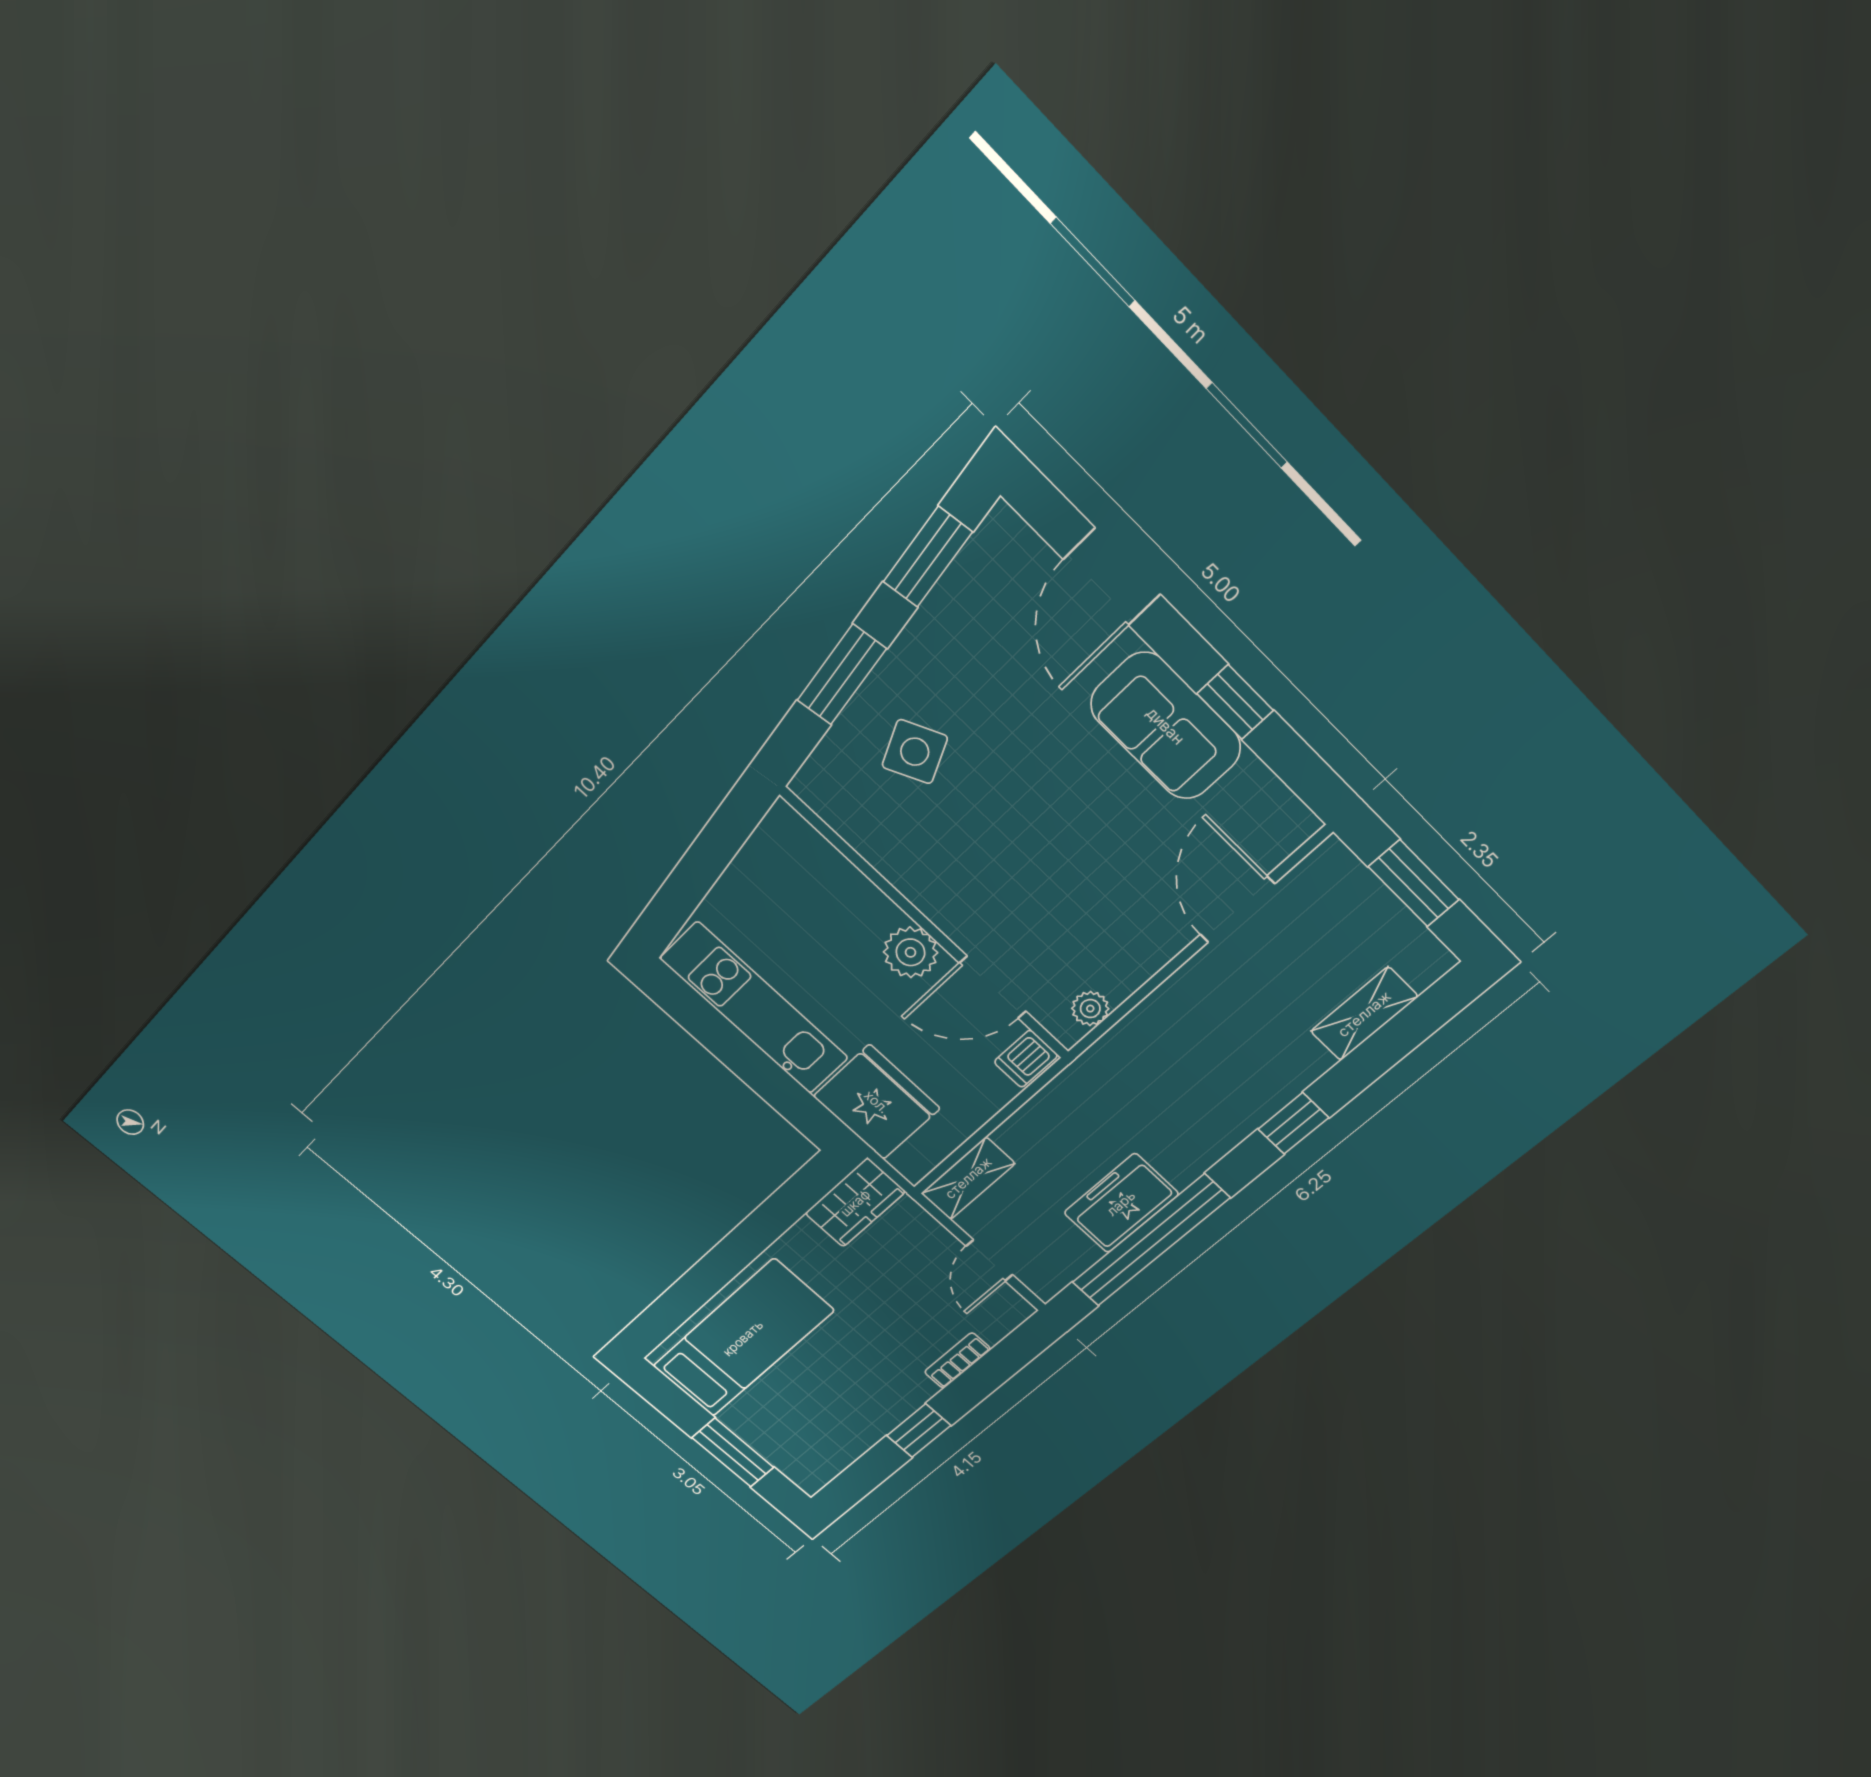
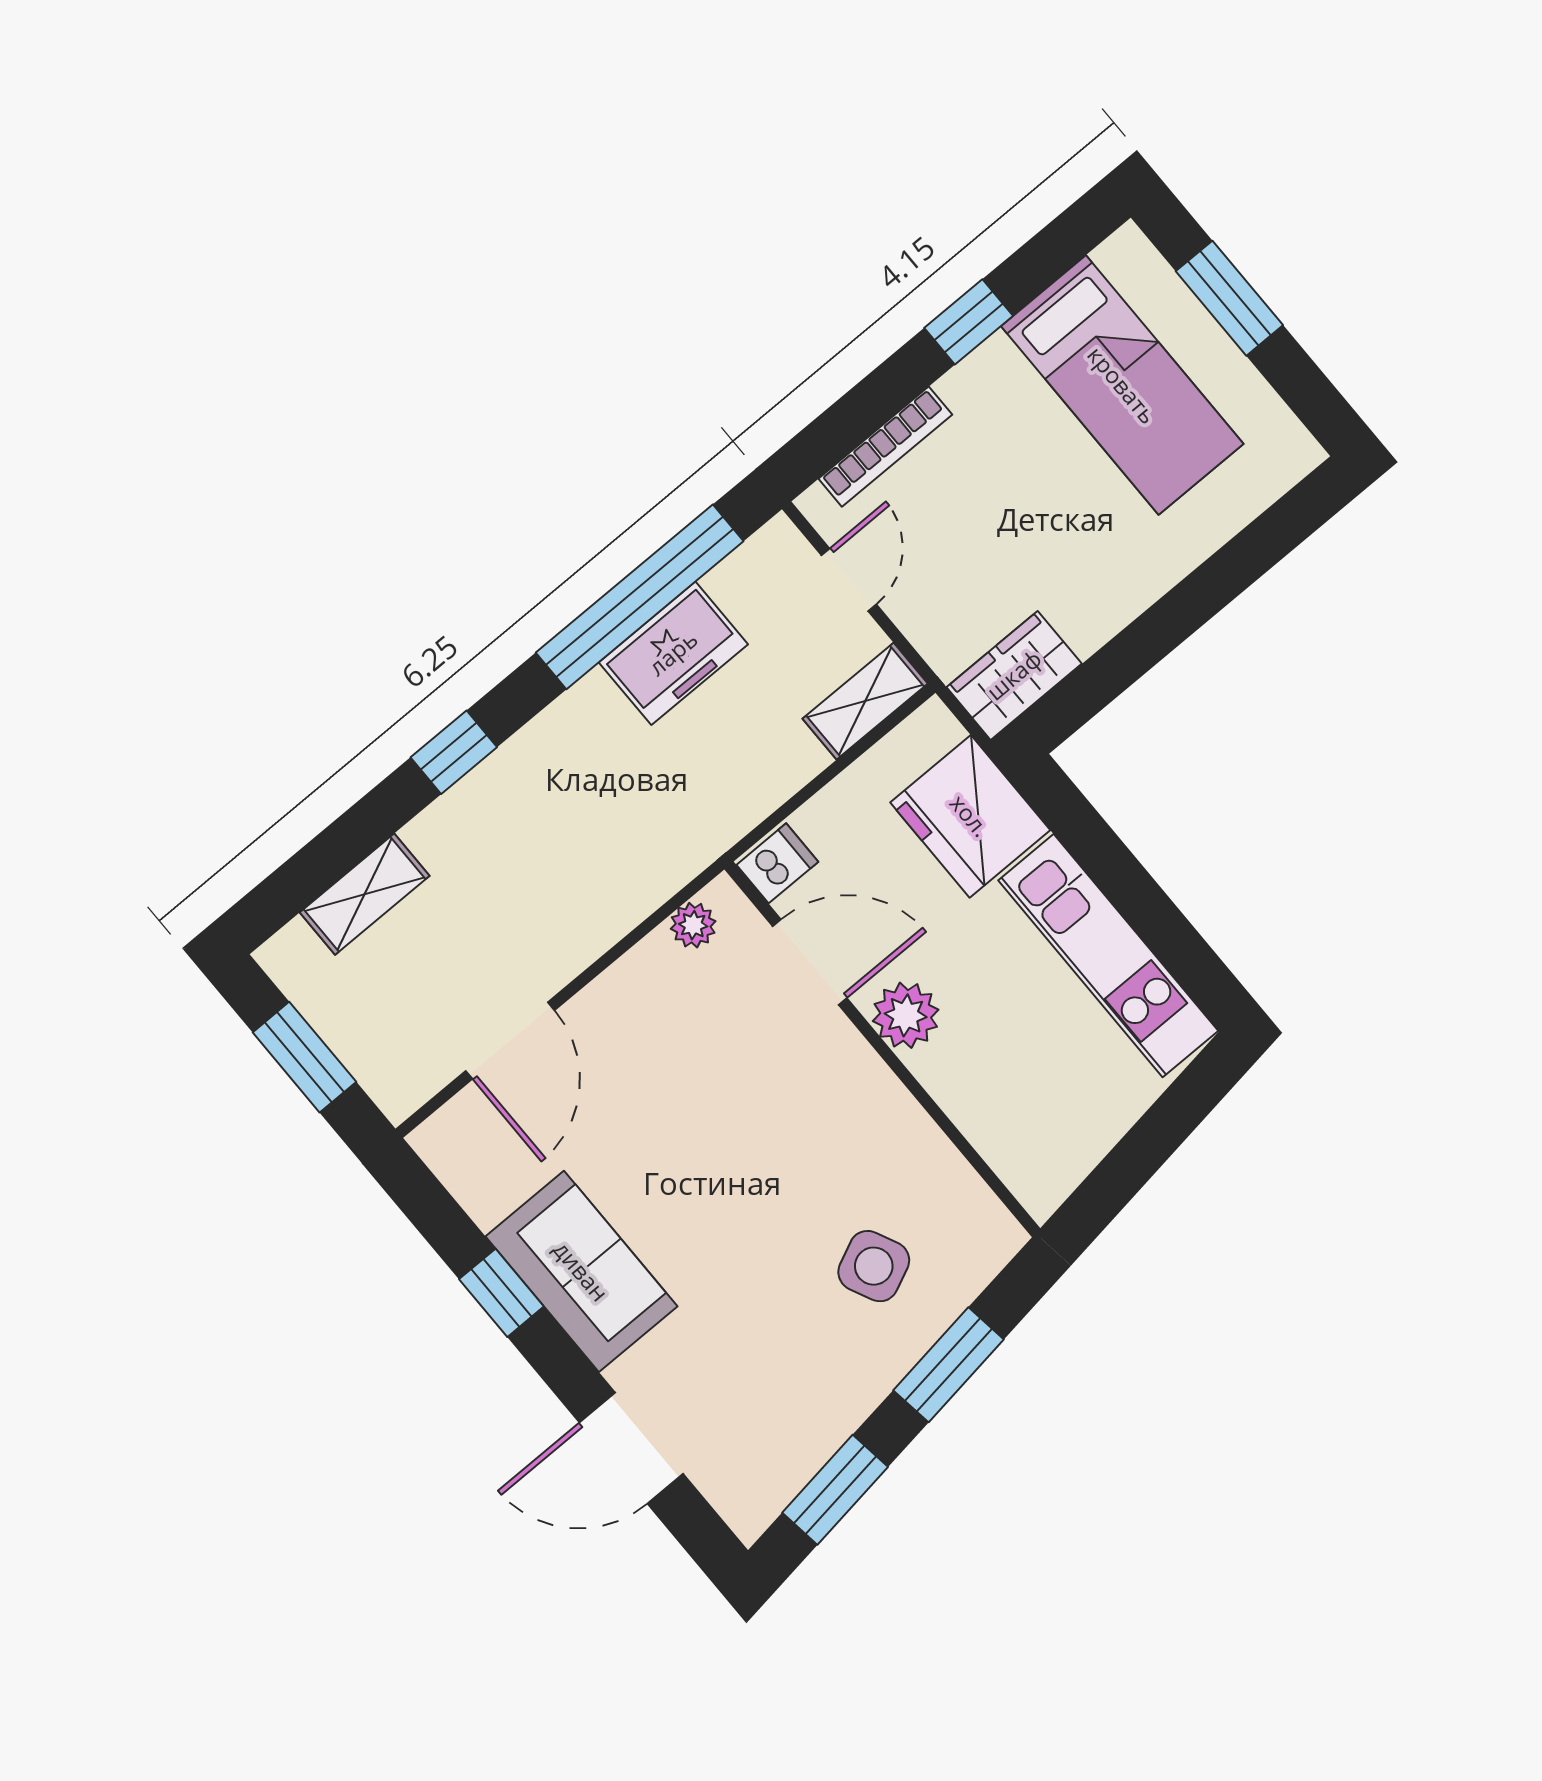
door: (1112, 577) -> (631, 1448), swing flipped
bed: (743, 1338) -> (1122, 385), moved, turned -90
bookcase: (957, 1360) -> (885, 447), width x1.56

